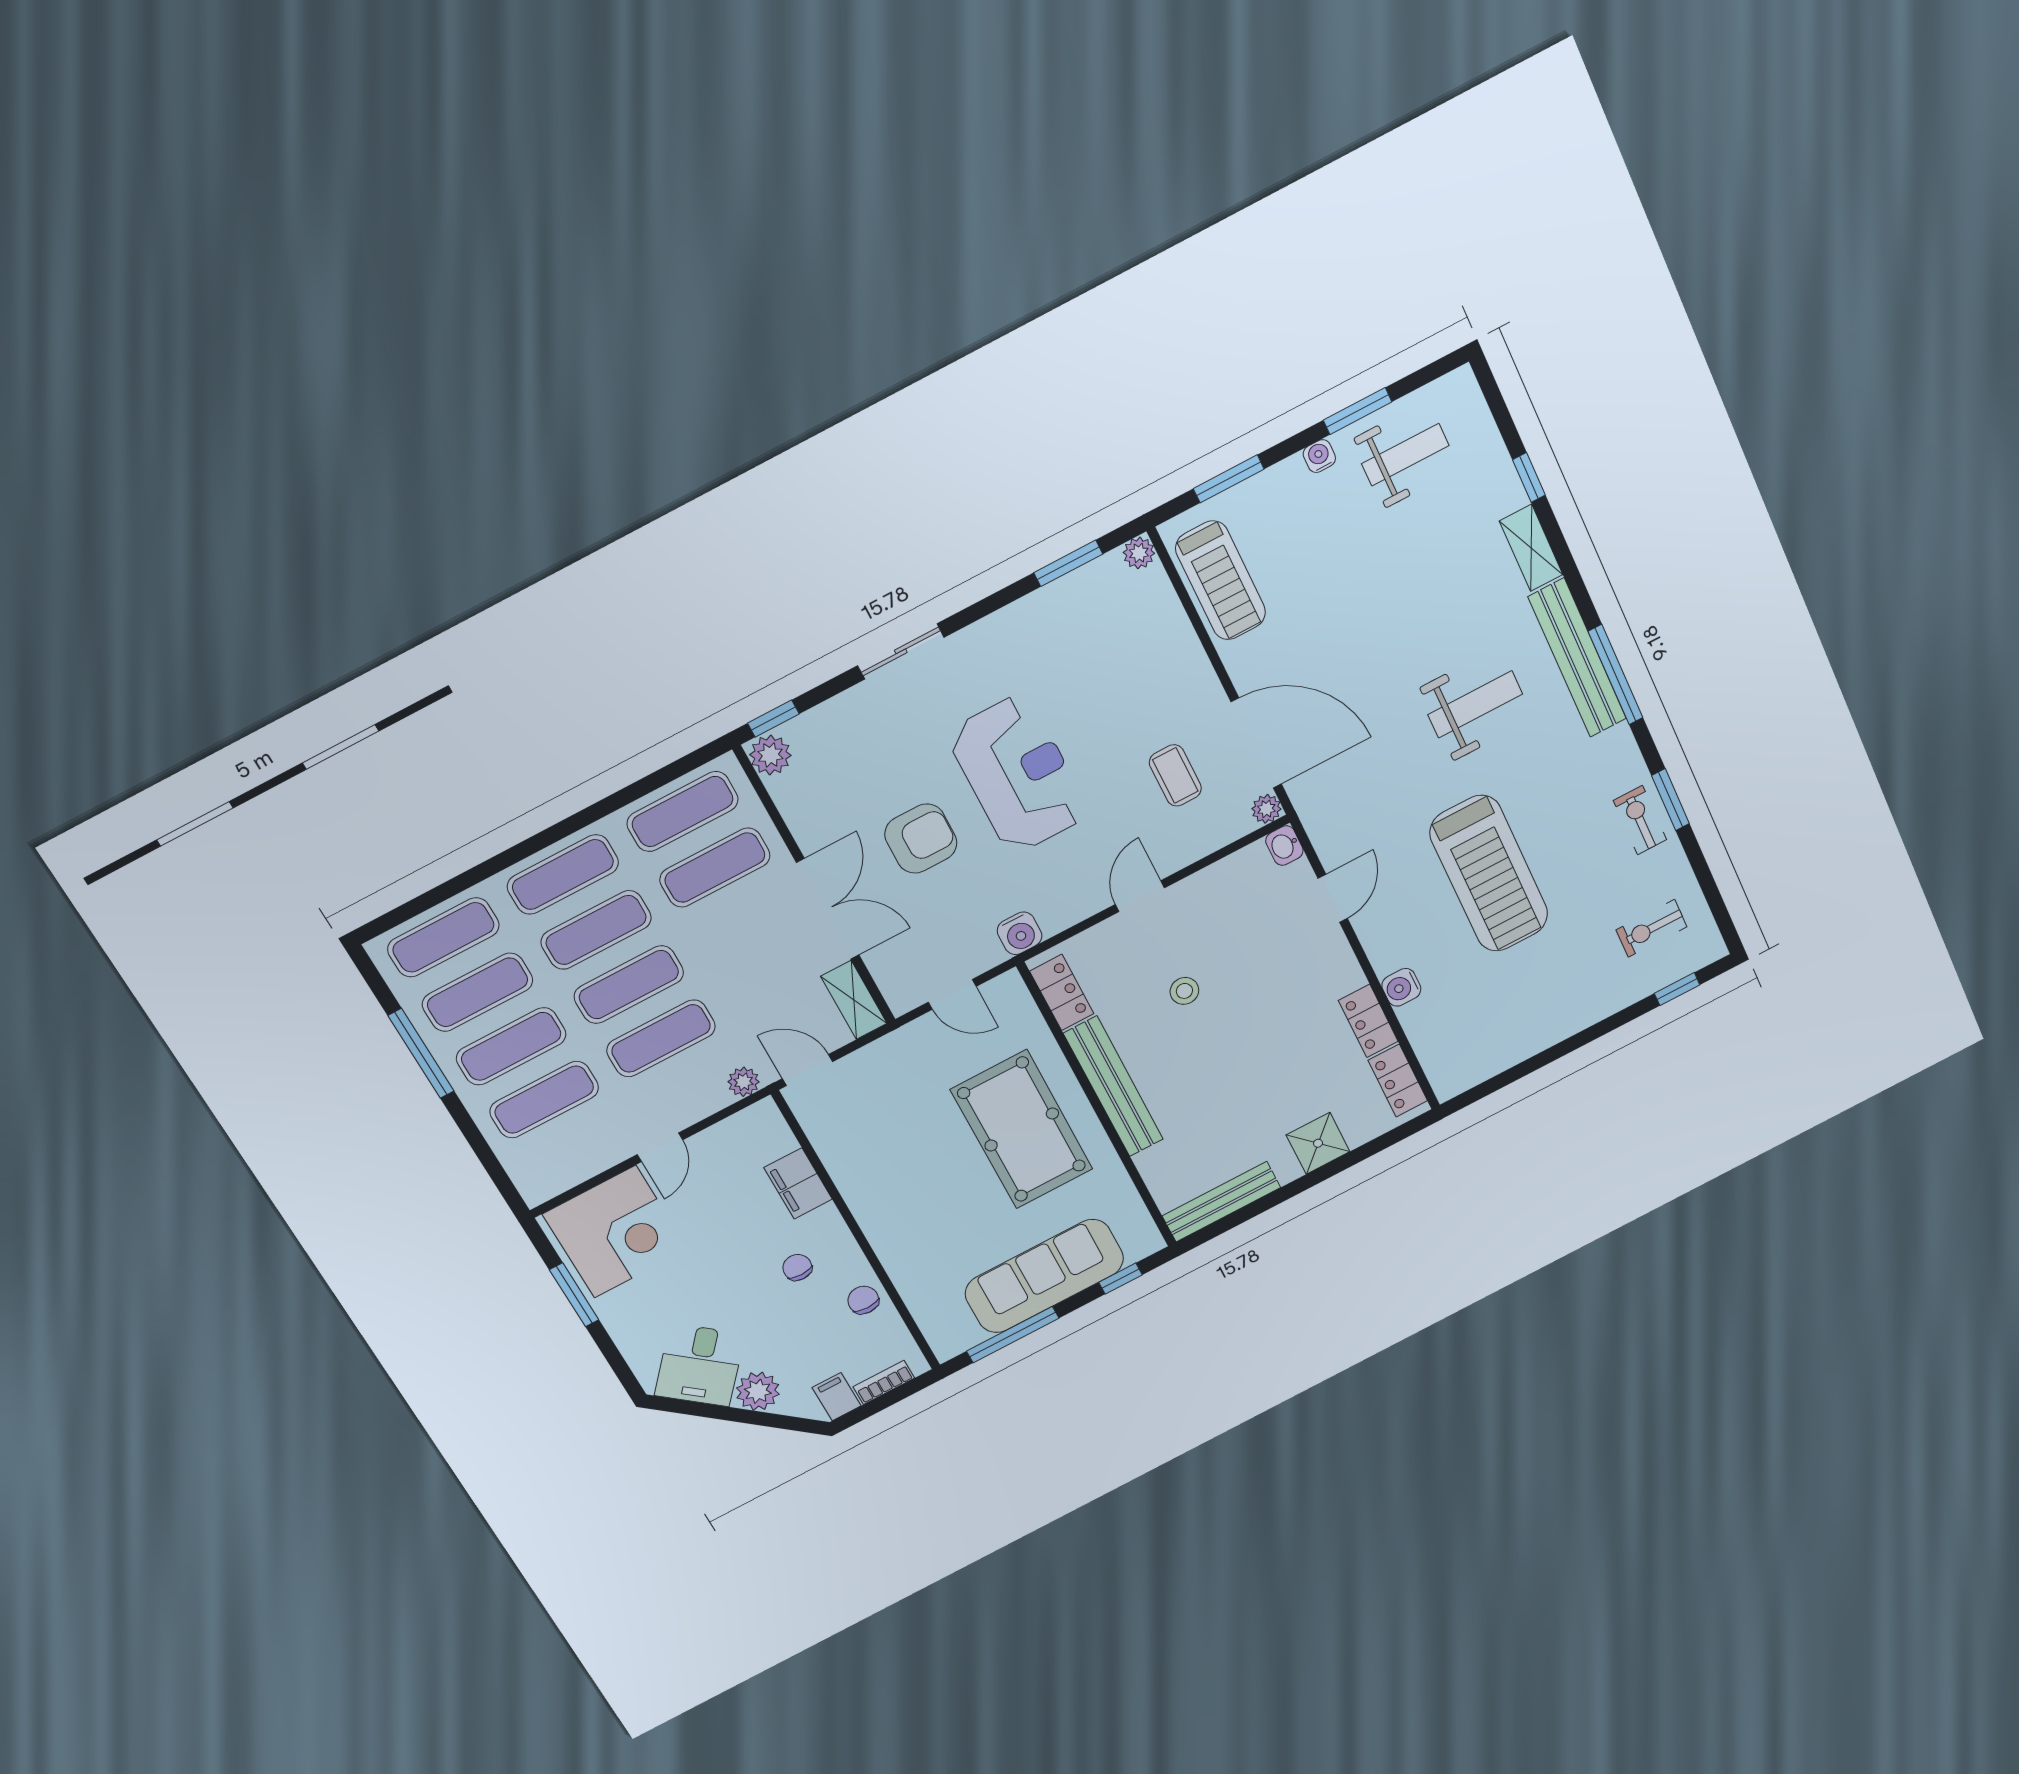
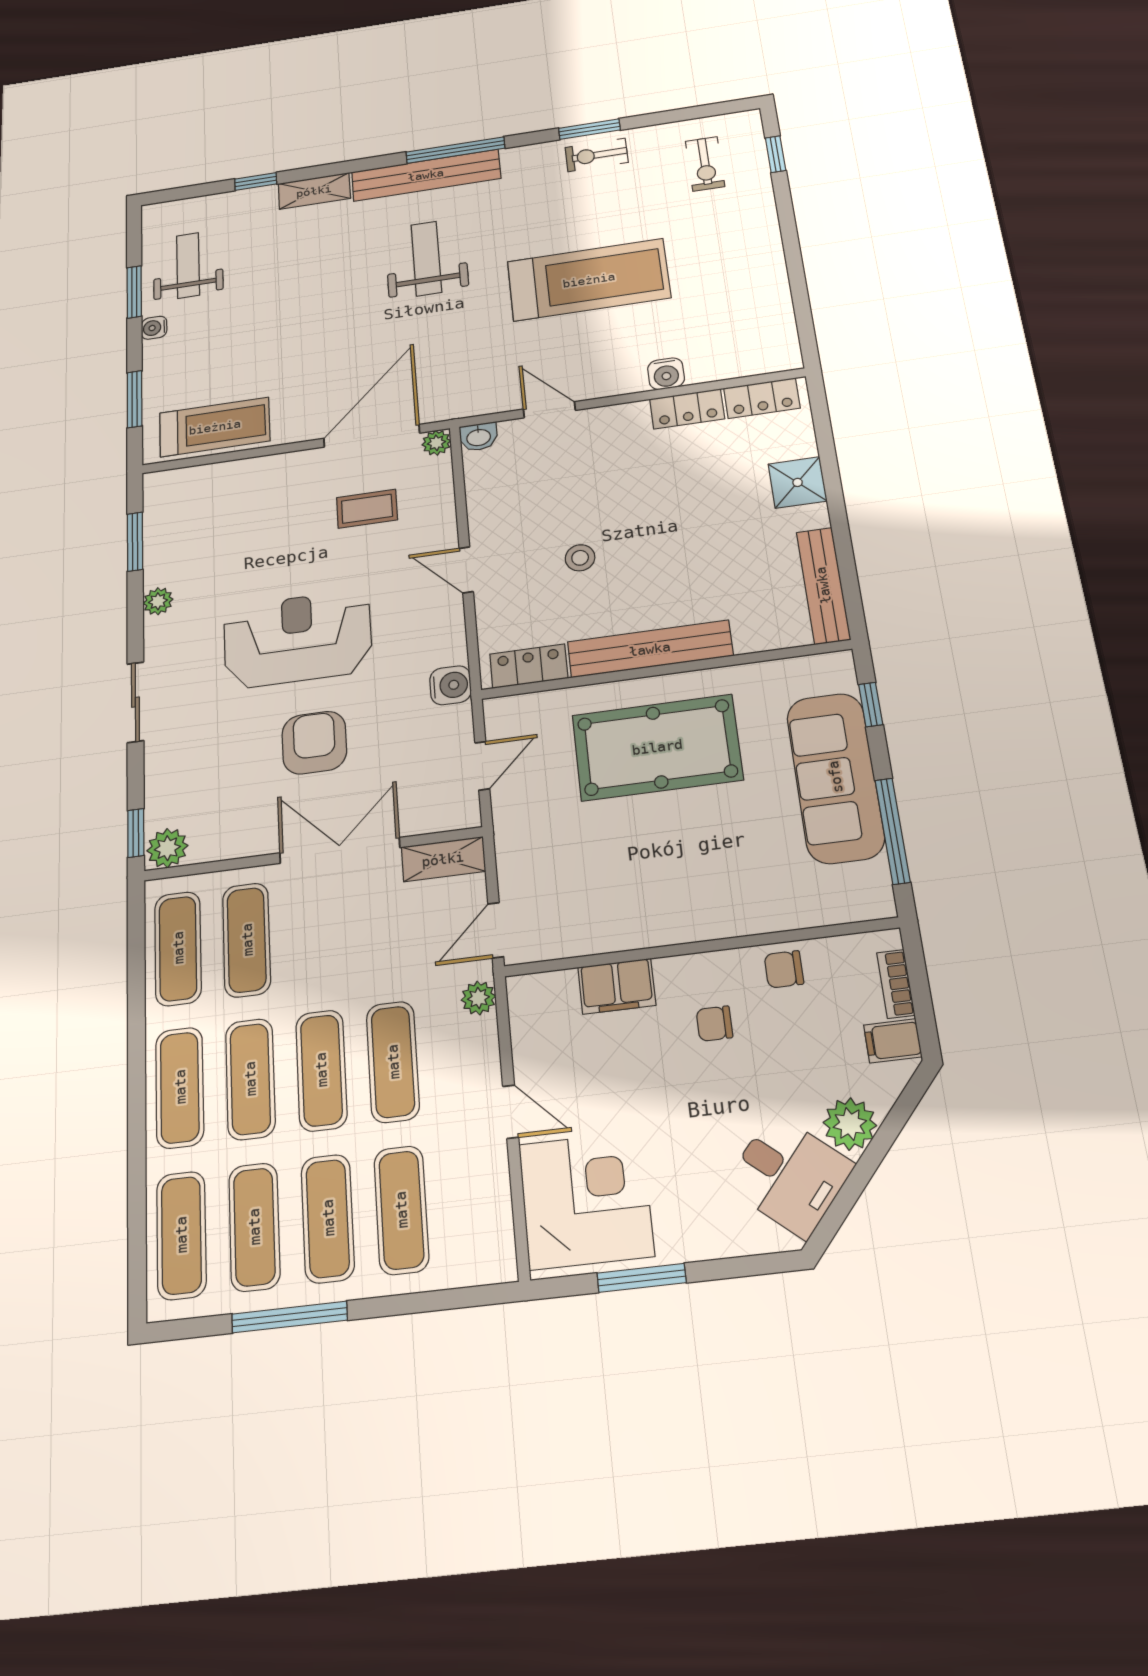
plant: (1139, 553) -> (158, 601), moved

